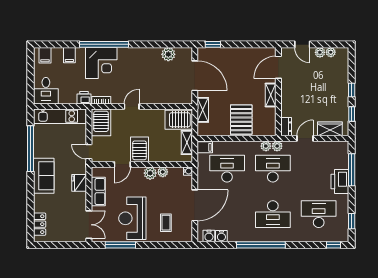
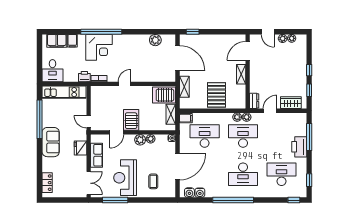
filing cabinet: (45, 55) -> (57, 41), width x2.00
server rack: (101, 122) -> (99, 97), removed

